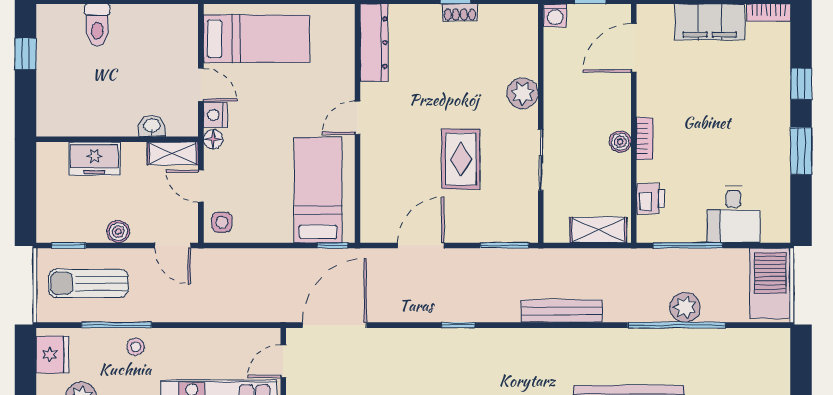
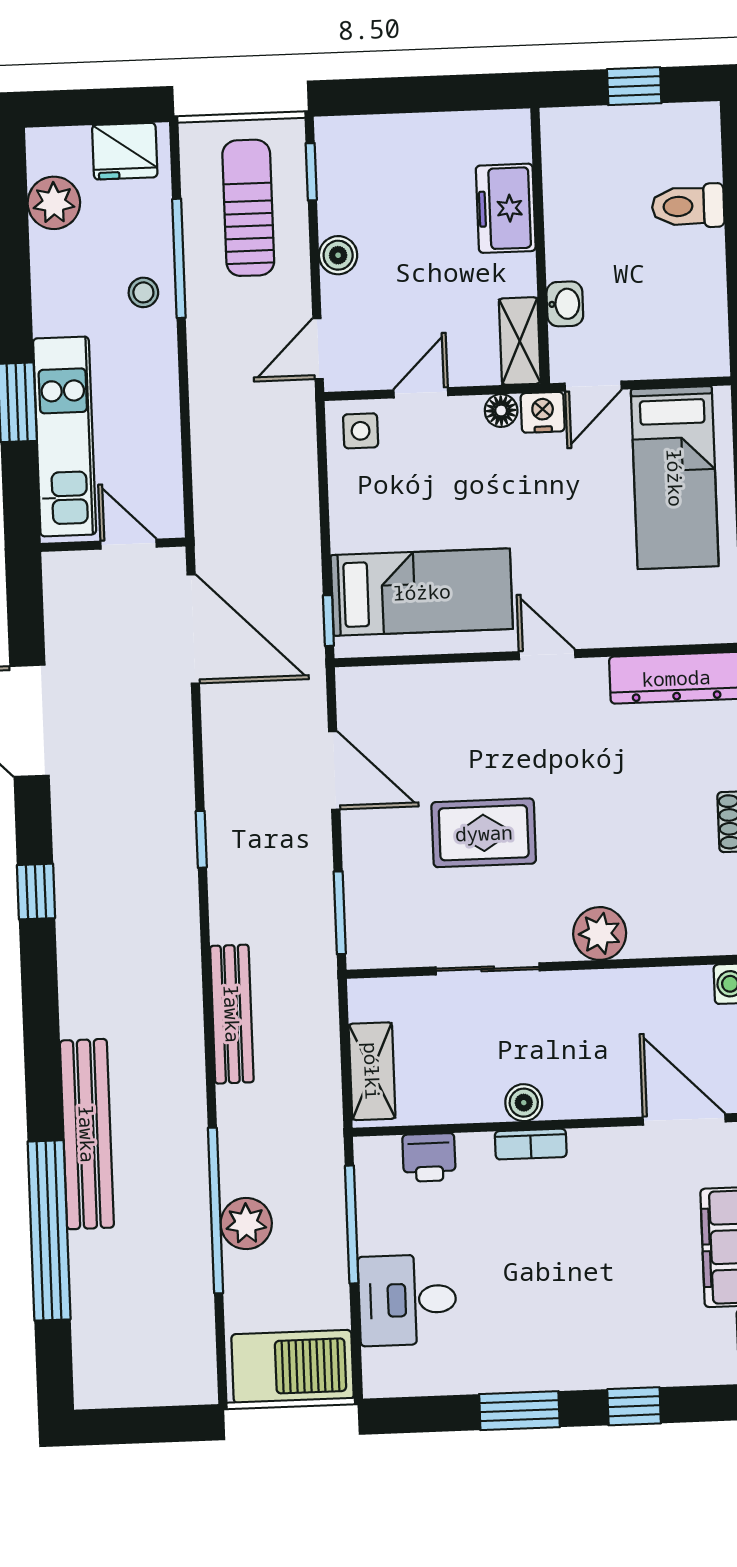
washbasin: (152, 126) -> (565, 304), moved
wall: (117, 139) -> (540, 246), moved
shelving: (173, 153) -> (520, 341), moved
freezer: (94, 159) -> (506, 208), moved

